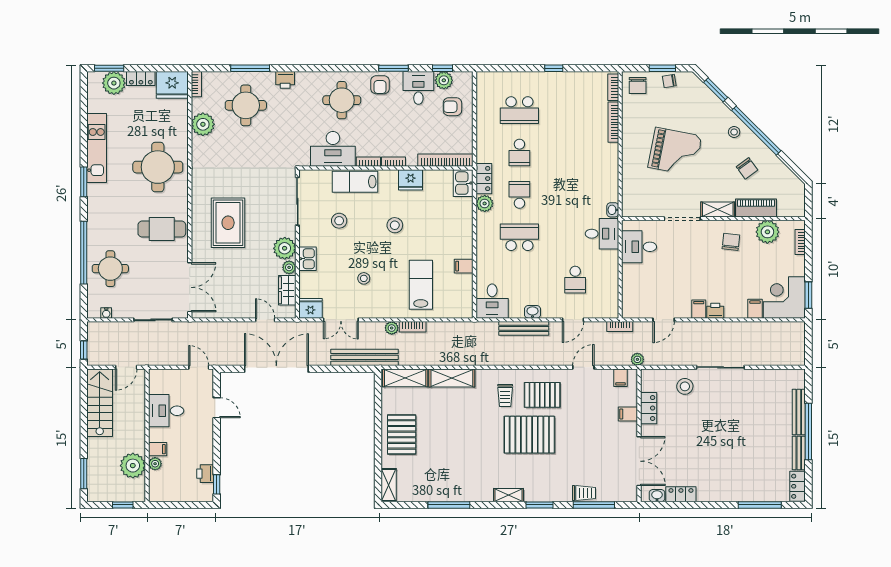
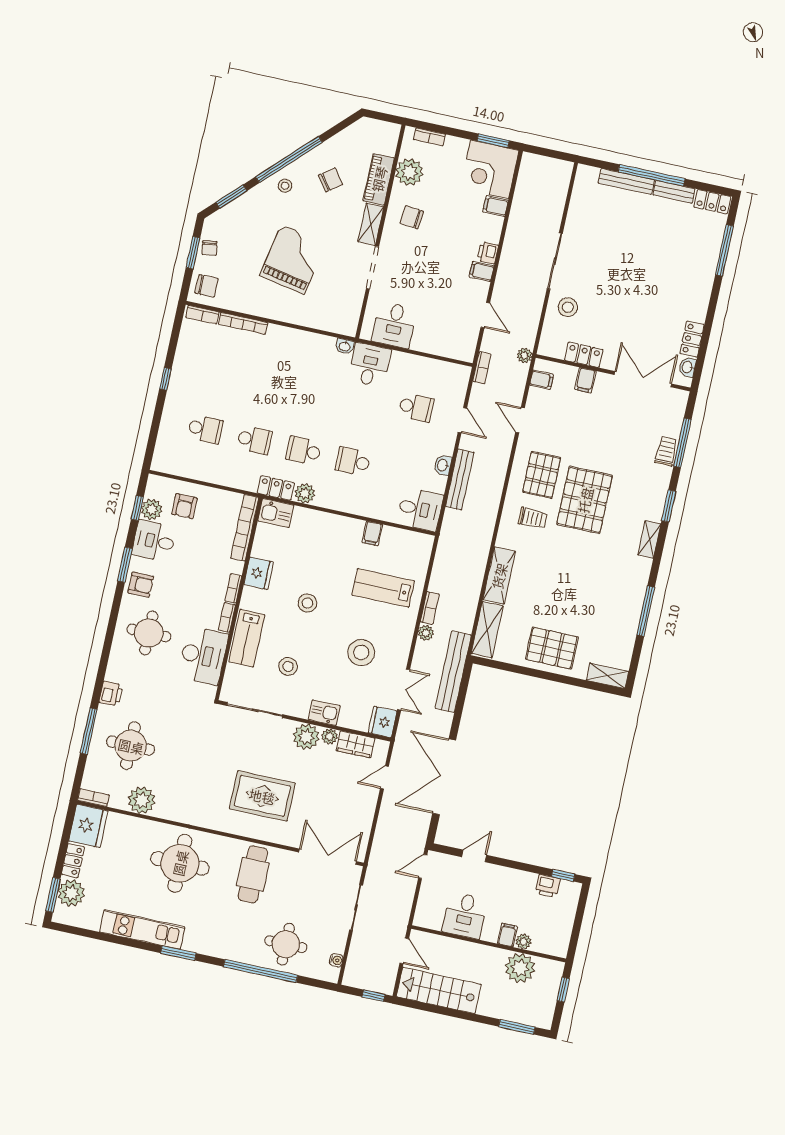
school desk: (519, 110) -> (205, 429), width x0.54
school desk: (519, 237) -> (353, 461), width x0.54
stool: (364, 278) -> (361, 652), width x1.89, depth x1.89

